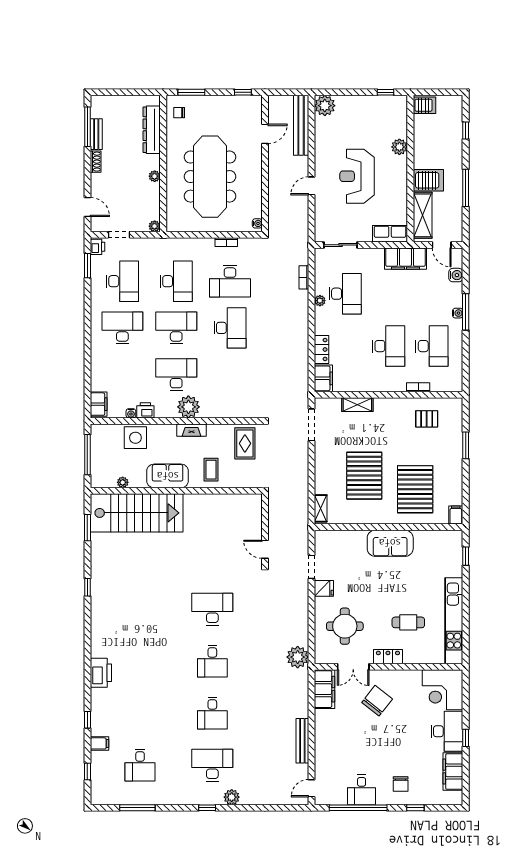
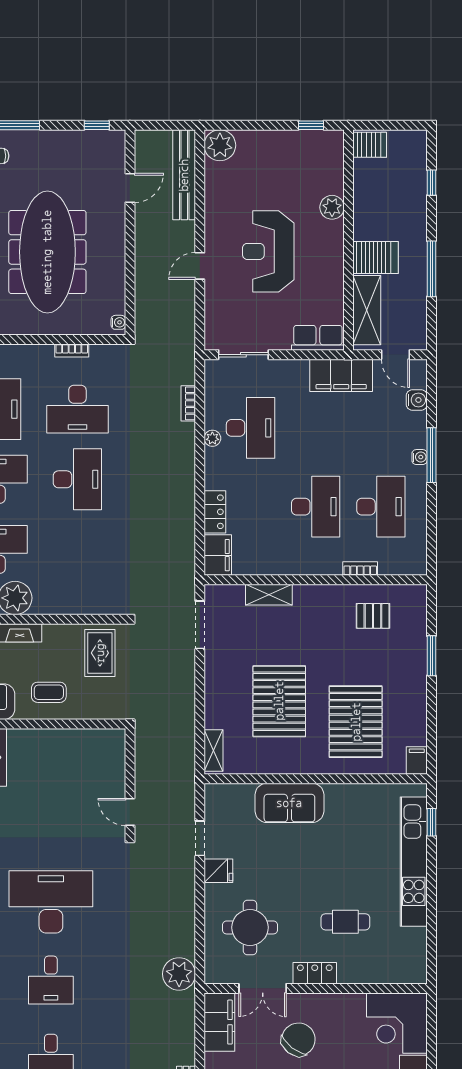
coffee table: (211, 470) -> (49, 692), turned 90
sofa: (390, 543) -> (289, 803), moved
desk: (212, 609) -> (51, 902), width x1.36, depth x1.30
kitchen unit: (454, 621) -> (414, 862), moved

